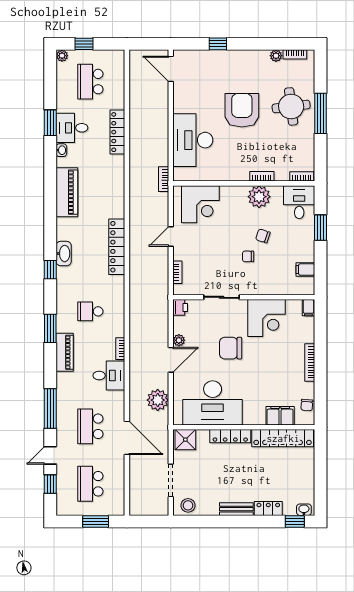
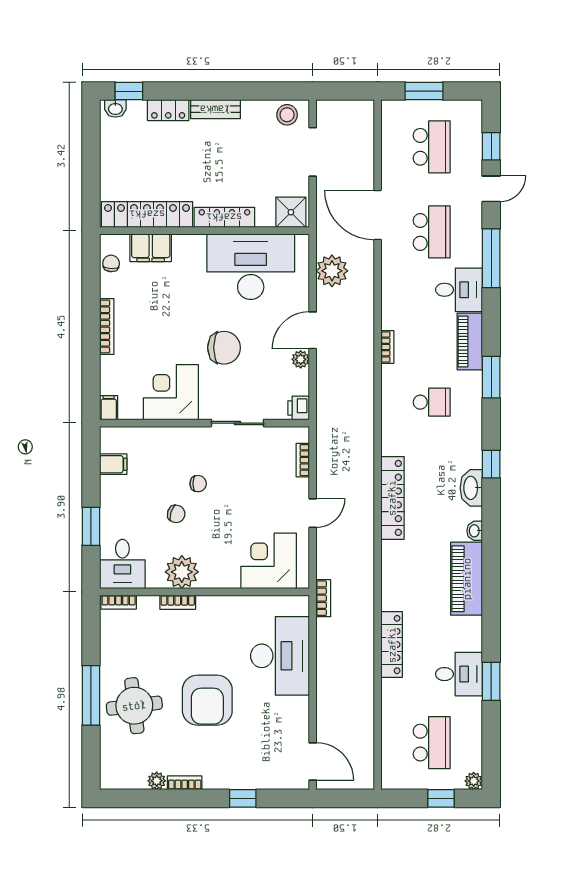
bookcase: (295, 54) -> (185, 783), moved
locker: (117, 132) -> (392, 645), moved
washbasin: (61, 150) -> (475, 531), moved
desk: (109, 375) -> (459, 290), moved, turned 180

